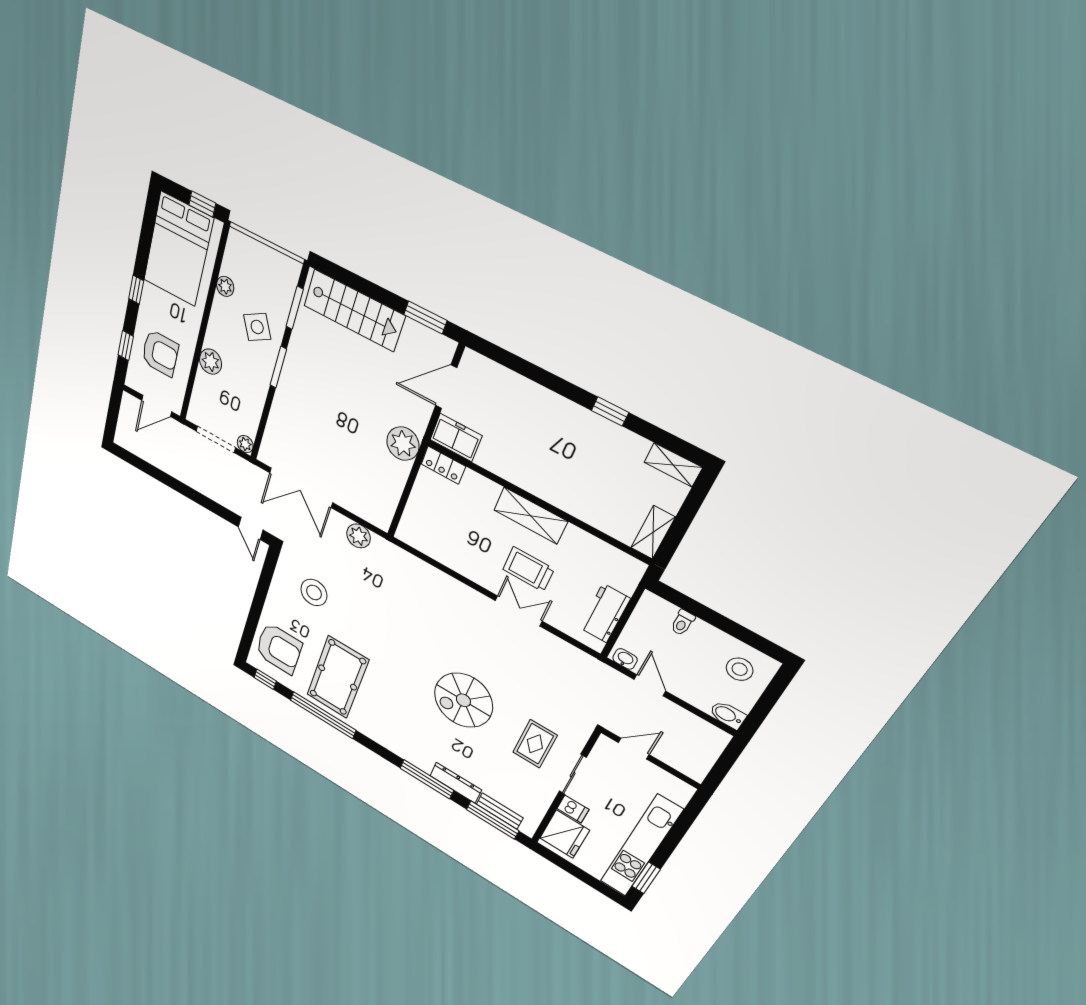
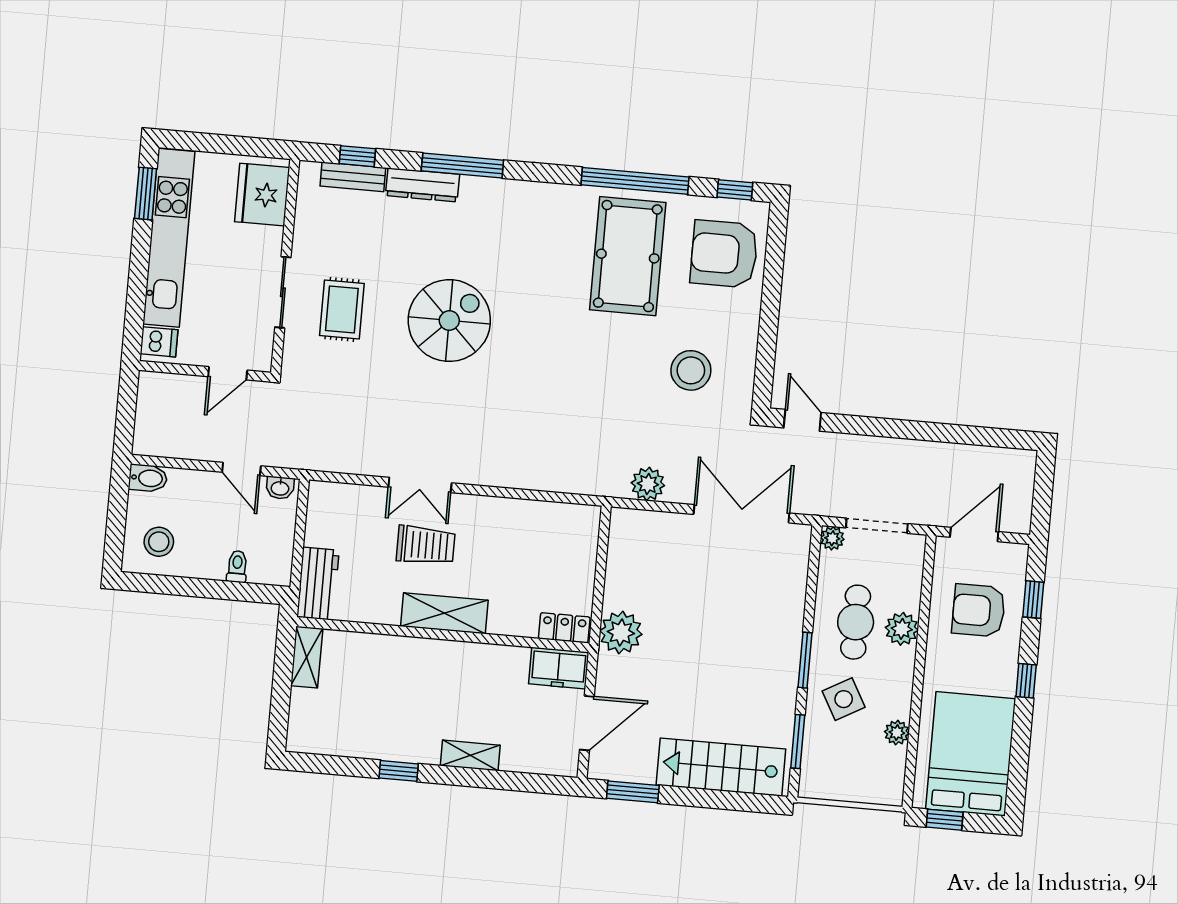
cafe table: (240, 380) -> (856, 622), added
shelving: (673, 465) -> (470, 755), moved
workbench: (605, 613) -> (318, 584), moved
dishwasher: (573, 809) -> (159, 342), moved, turned 180
window: (493, 820) -> (357, 156), width x0.46

